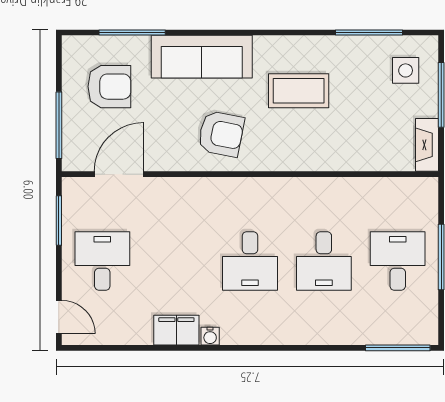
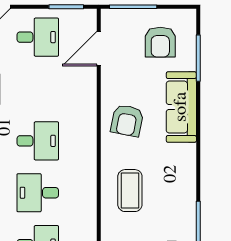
coffee table: (299, 91) -> (130, 191), moved
door: (119, 174) -> (99, 49), swing flipped
desk: (250, 261) -> (38, 141), turned 180

